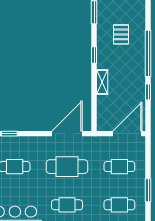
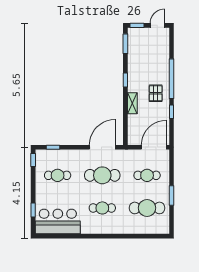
pallet: (121, 34) -> (156, 93), moved
cafe table: (119, 205) -> (147, 208), width x1.37, depth x1.35

